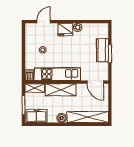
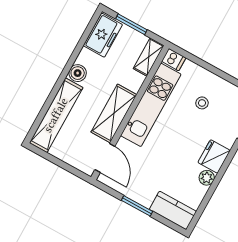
kitchen counter: (103, 50) -> (173, 210), moved
door: (95, 82) -> (105, 158), swing flipped
shelving: (61, 90) -> (114, 113), moved

